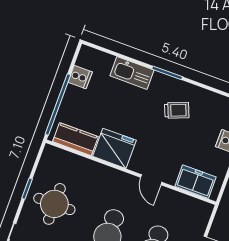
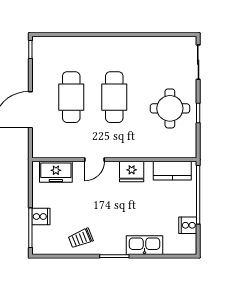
trolley: (177, 110) -> (81, 238), moved
fridge: (114, 148) -> (132, 171), width x0.73, depth x0.75
door: (151, 180) -> (95, 160), swing flipped

